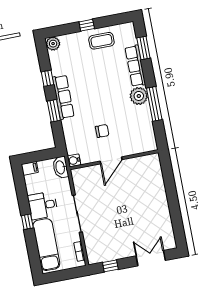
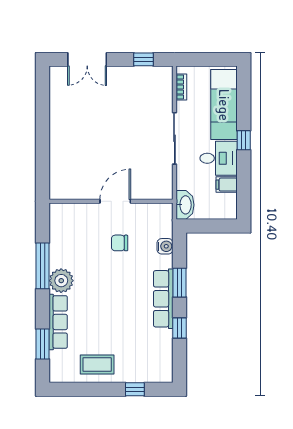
window: (87, 25) -> (135, 389), moved
plant: (53, 44) -> (163, 373), removed
water cooler: (74, 160) -> (165, 246), moved
filing cabinet: (30, 168) -> (227, 185), moved

